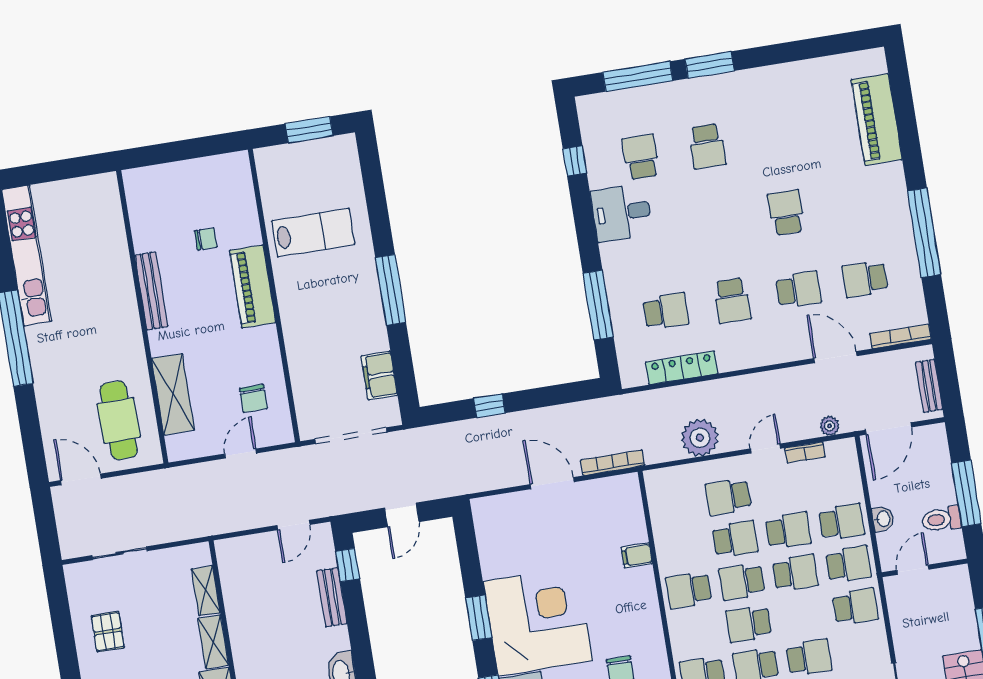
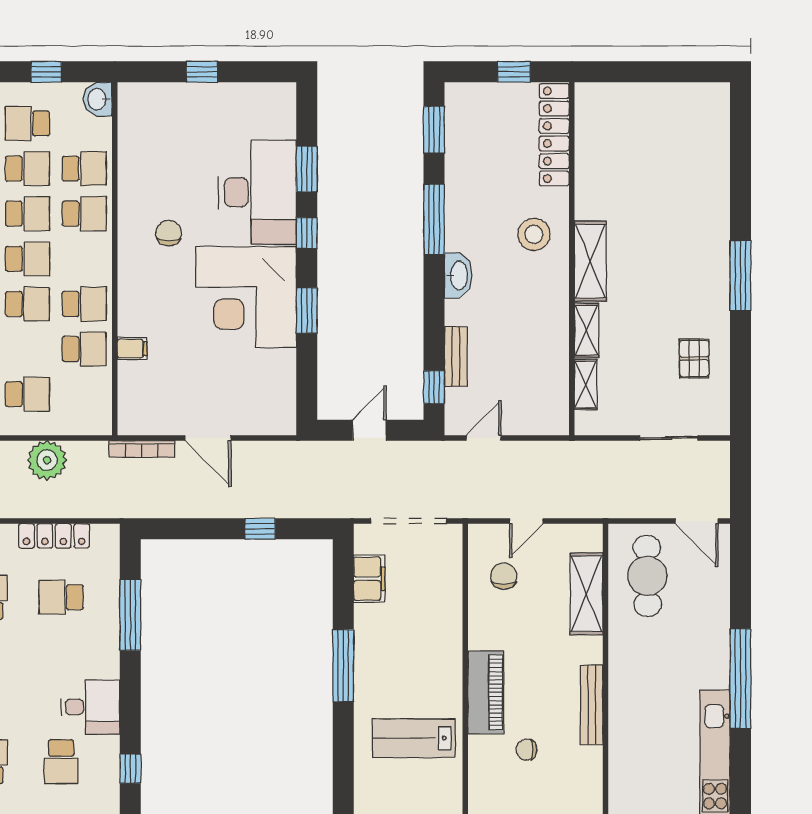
school desk: (735, 539) -> (84, 349), moved, turned 180

